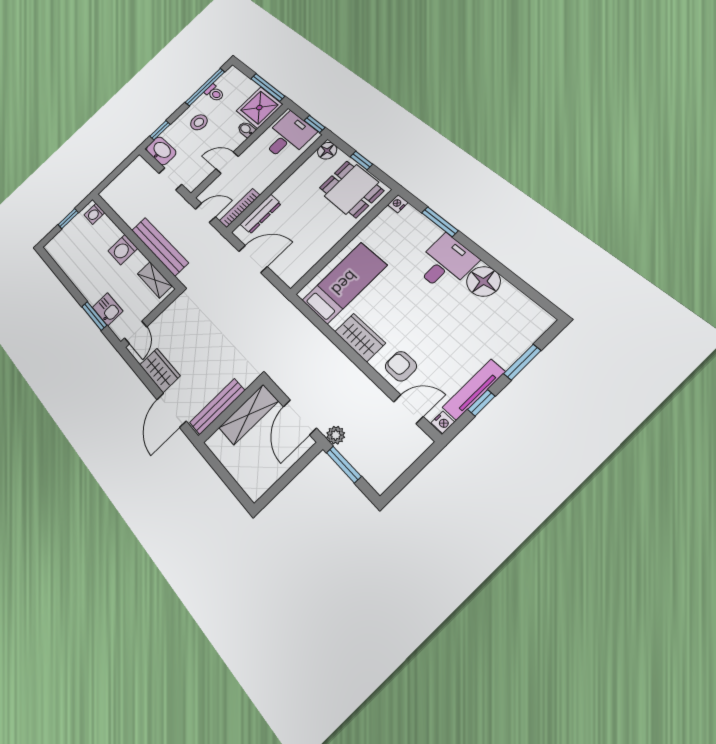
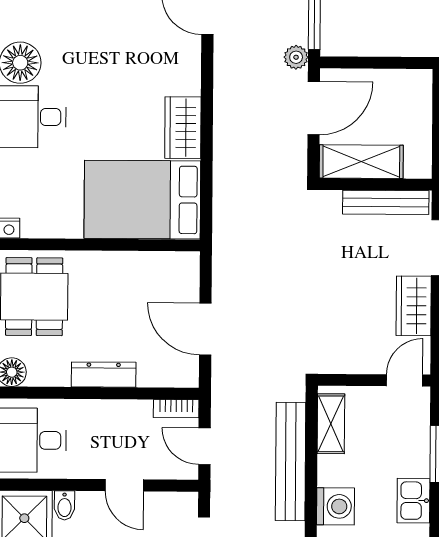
bookcase: (240, 208) -> (176, 409), width x0.64
dresser: (261, 214) -> (104, 375), moved
bed: (344, 283) -> (142, 200), width x1.50
kitchen sink: (108, 309) -> (413, 501), moved
armchair: (401, 366) -> (174, 61), removed

